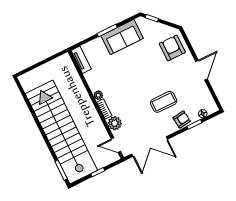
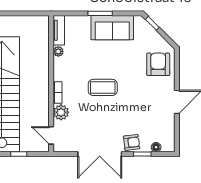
plant: (98, 95) -> (58, 51), moved
coffee table: (164, 102) -> (103, 87), moved
double door: (150, 147) -> (100, 154), moved

